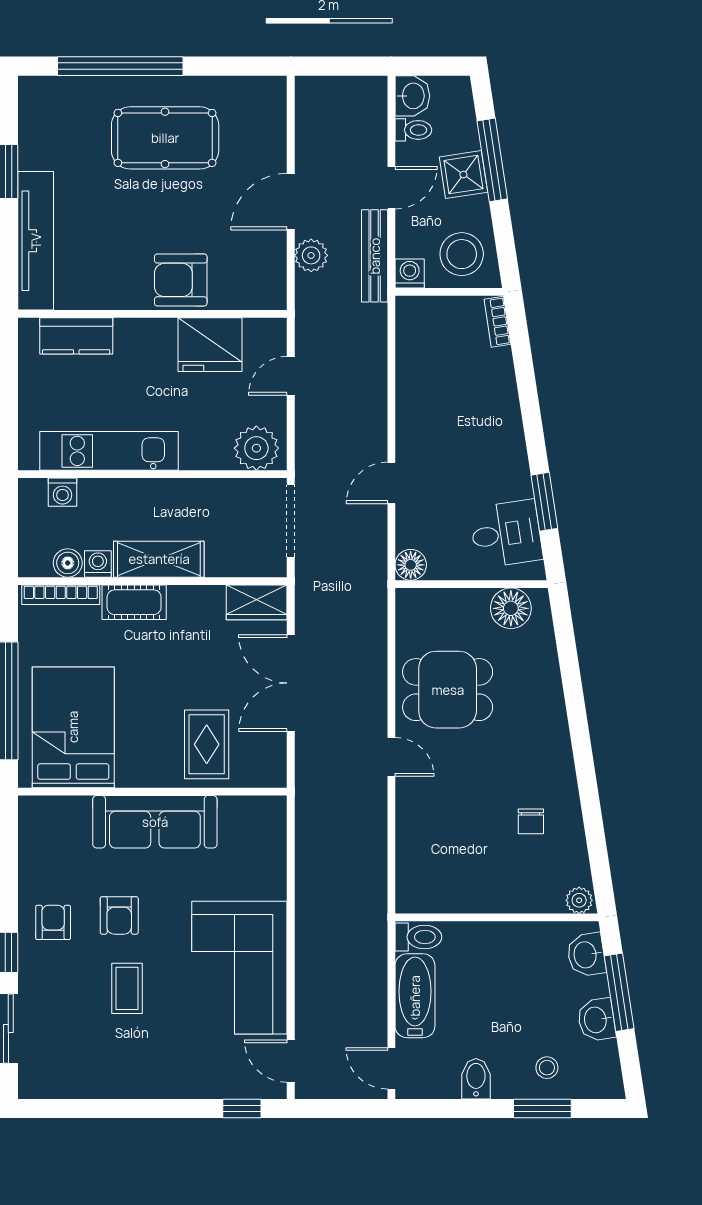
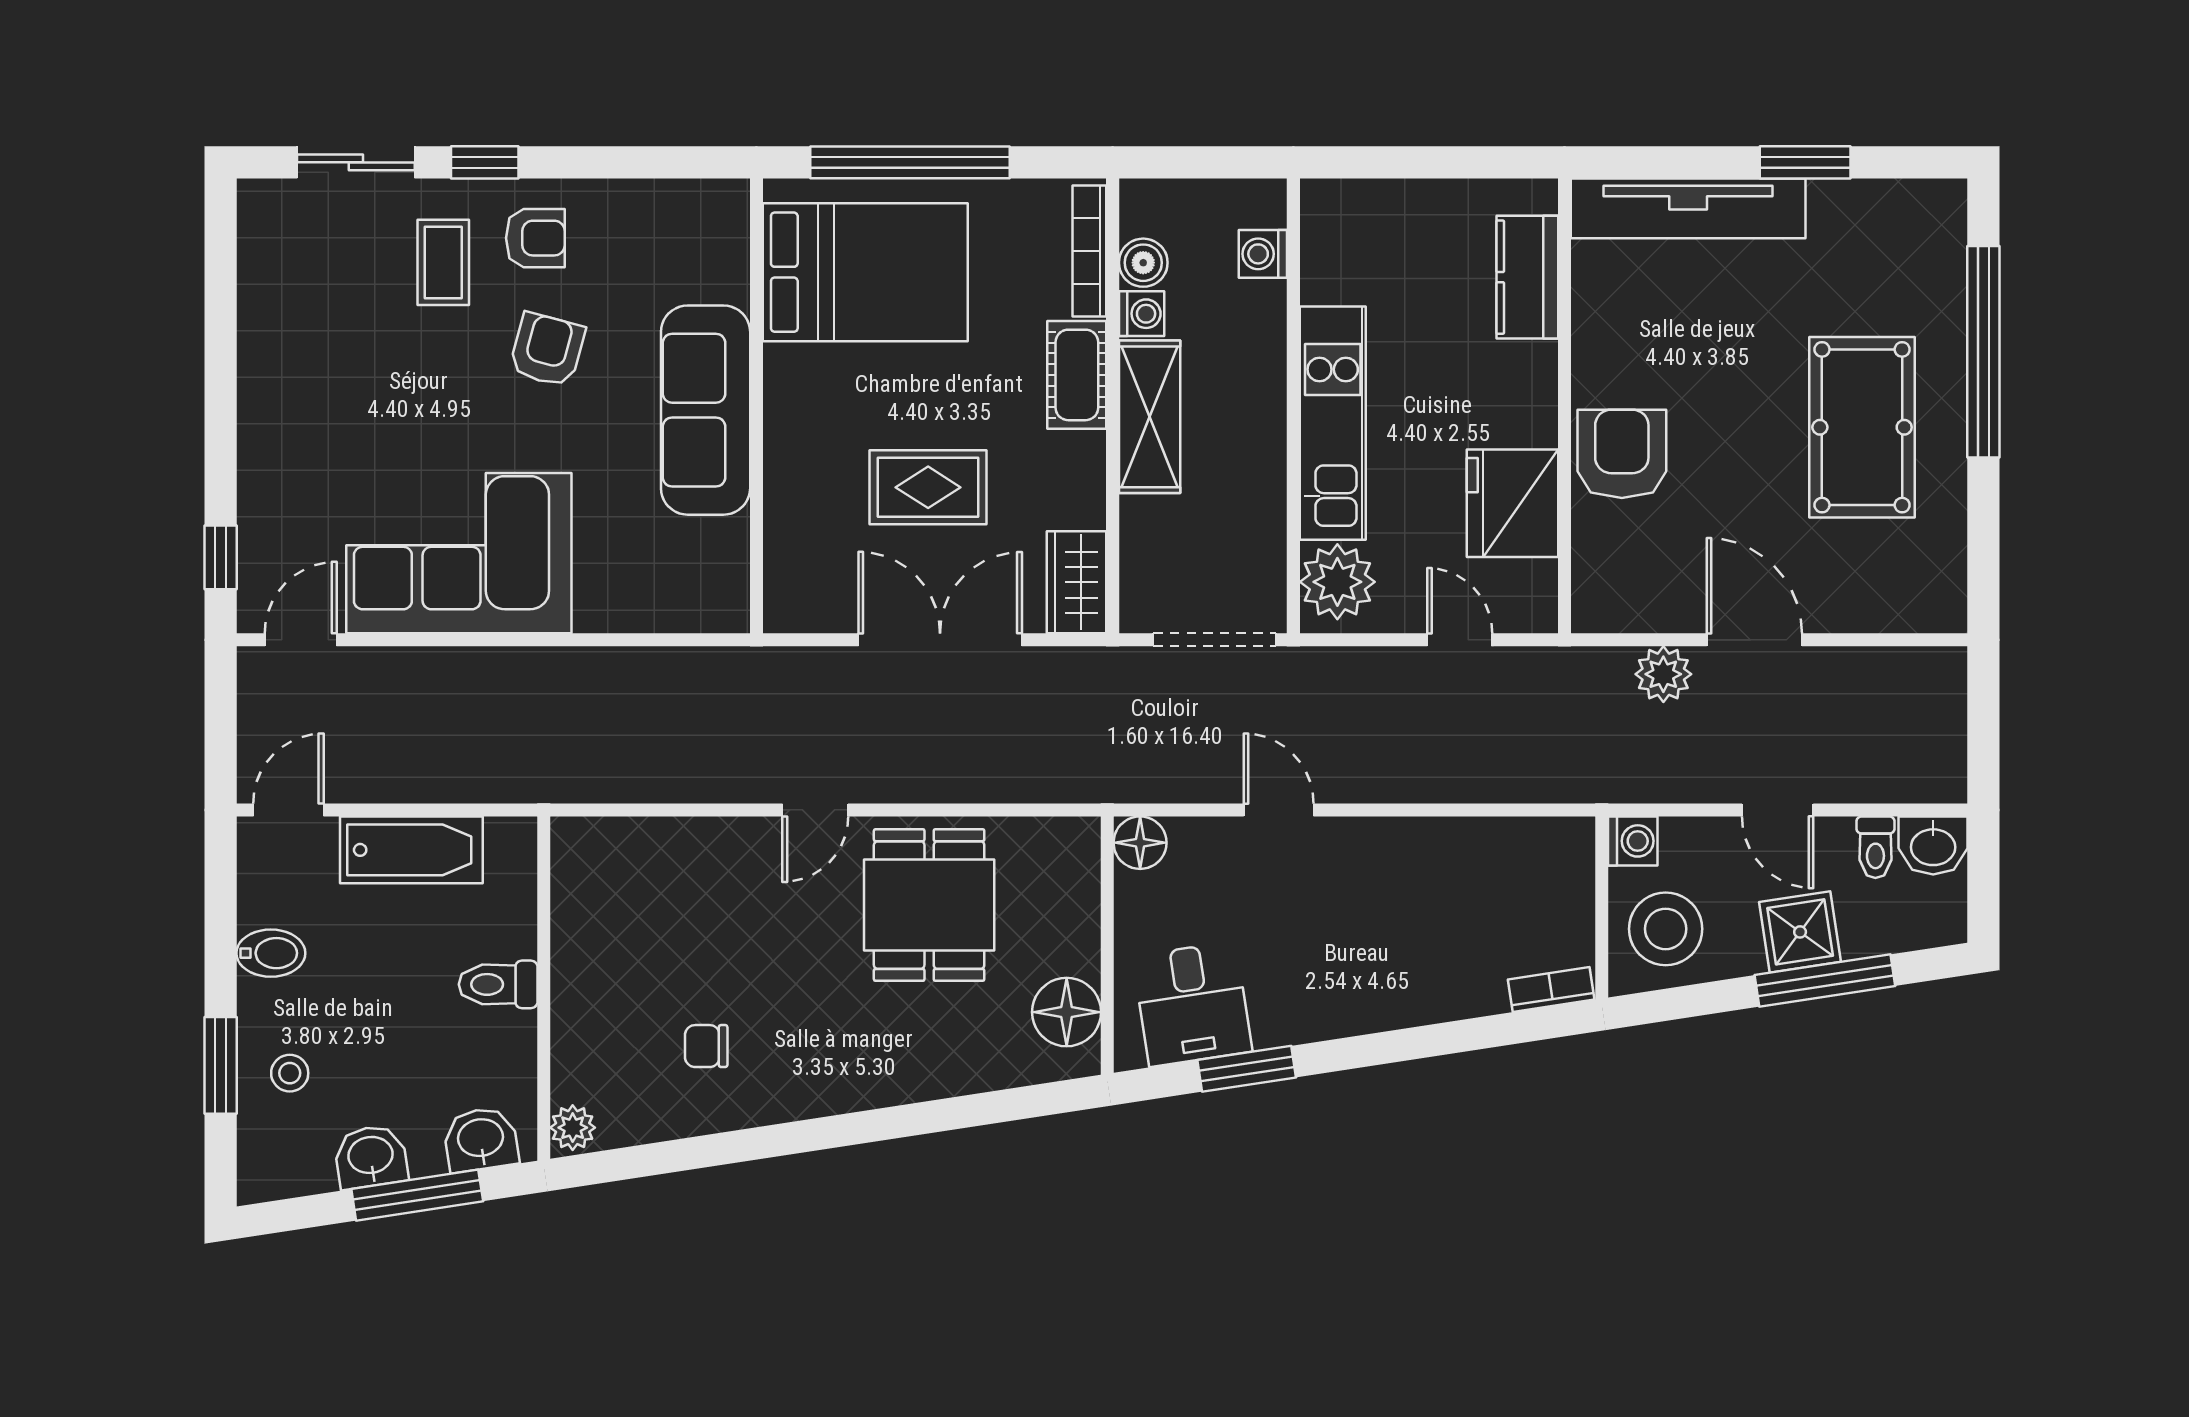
bench: (375, 256) -> (1662, 782), removed
kitchen unit: (109, 451) -> (1333, 423), moved
rug: (207, 744) -> (928, 487), moved
armchair: (119, 915) -> (547, 350), turned 105
toilet: (418, 937) -> (498, 984), moved, turned 90
coffee table: (127, 988) -> (443, 262), moved, turned 90

